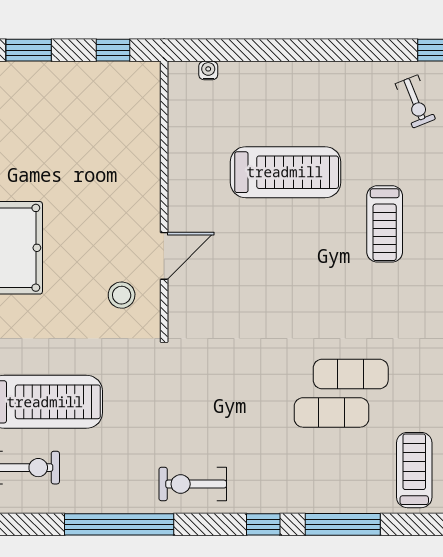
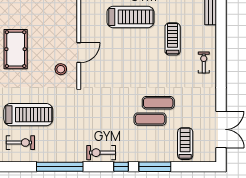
treadmill: (385, 224) -> (173, 39), turned 180
exercise bike: (193, 484) -> (101, 153), moved

